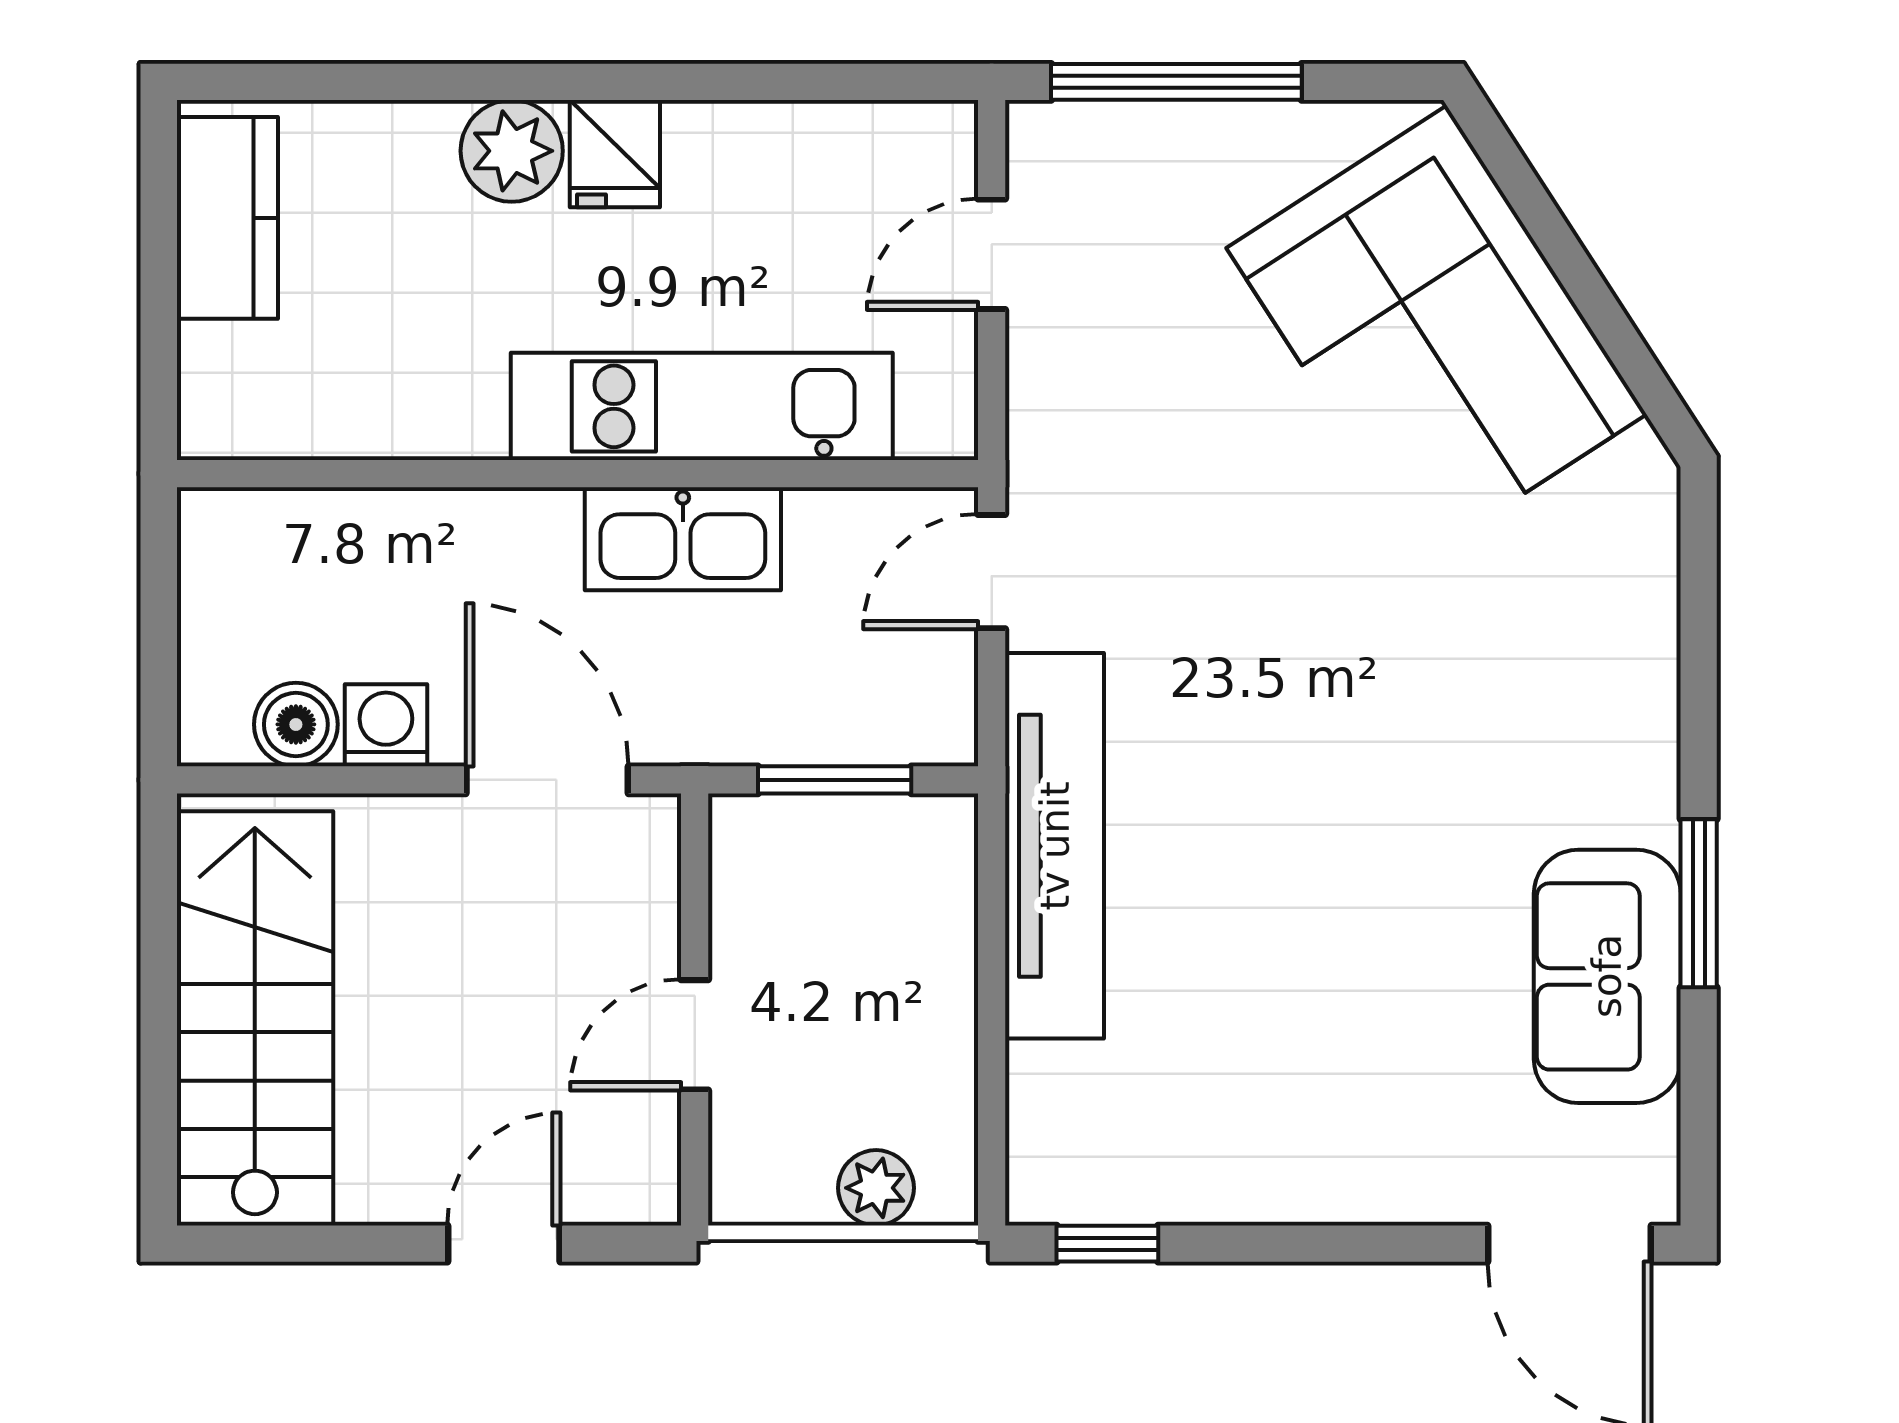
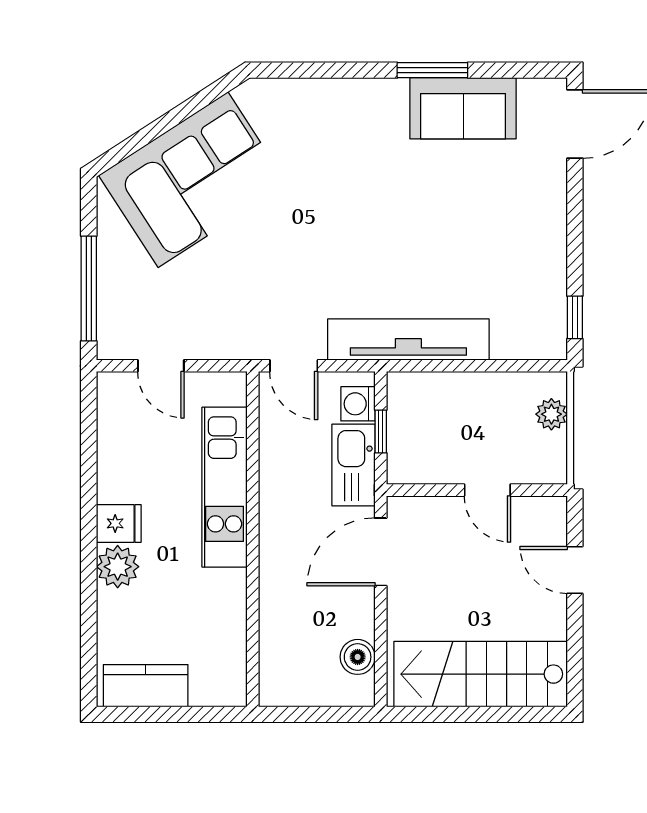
kitchen sink: (683, 539) -> (354, 465), moved, turned 180
washing machine: (386, 725) -> (358, 404), moved
window: (835, 780) -> (381, 432), width x0.67

